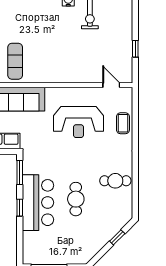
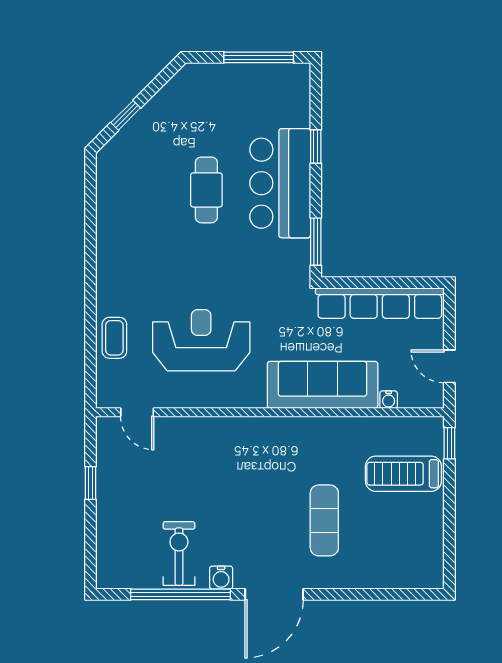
exercise mat: (15, 61) -> (324, 520), moved
cafe table: (115, 181) -> (129, 226), removed
window: (20, 208) -> (316, 146), moved

